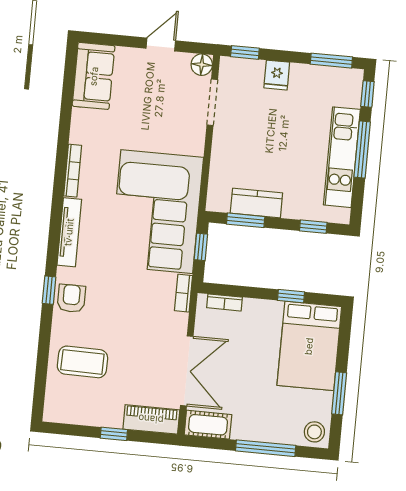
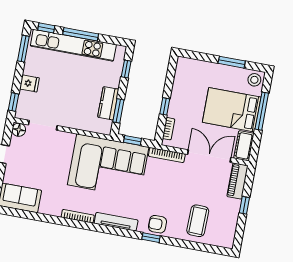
kitchen unit: (342, 157) -> (73, 45), width x1.36
bookcase: (183, 293) -> (167, 155), width x1.56
window: (291, 296) -> (165, 106), moved
bed: (309, 346) -> (232, 110), moved, turned 180

